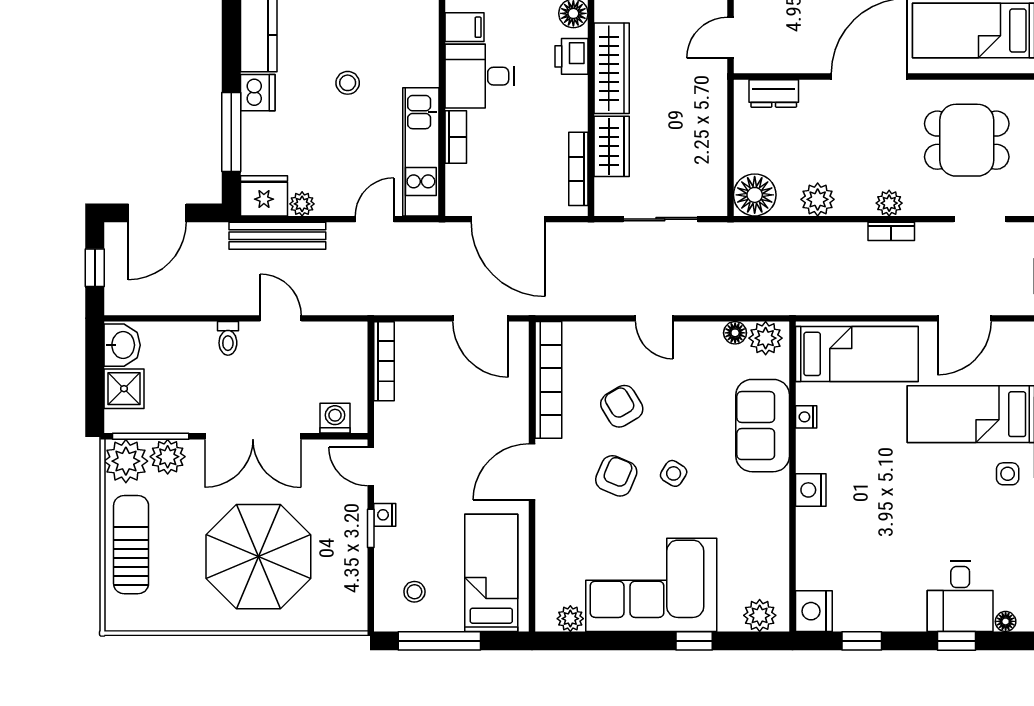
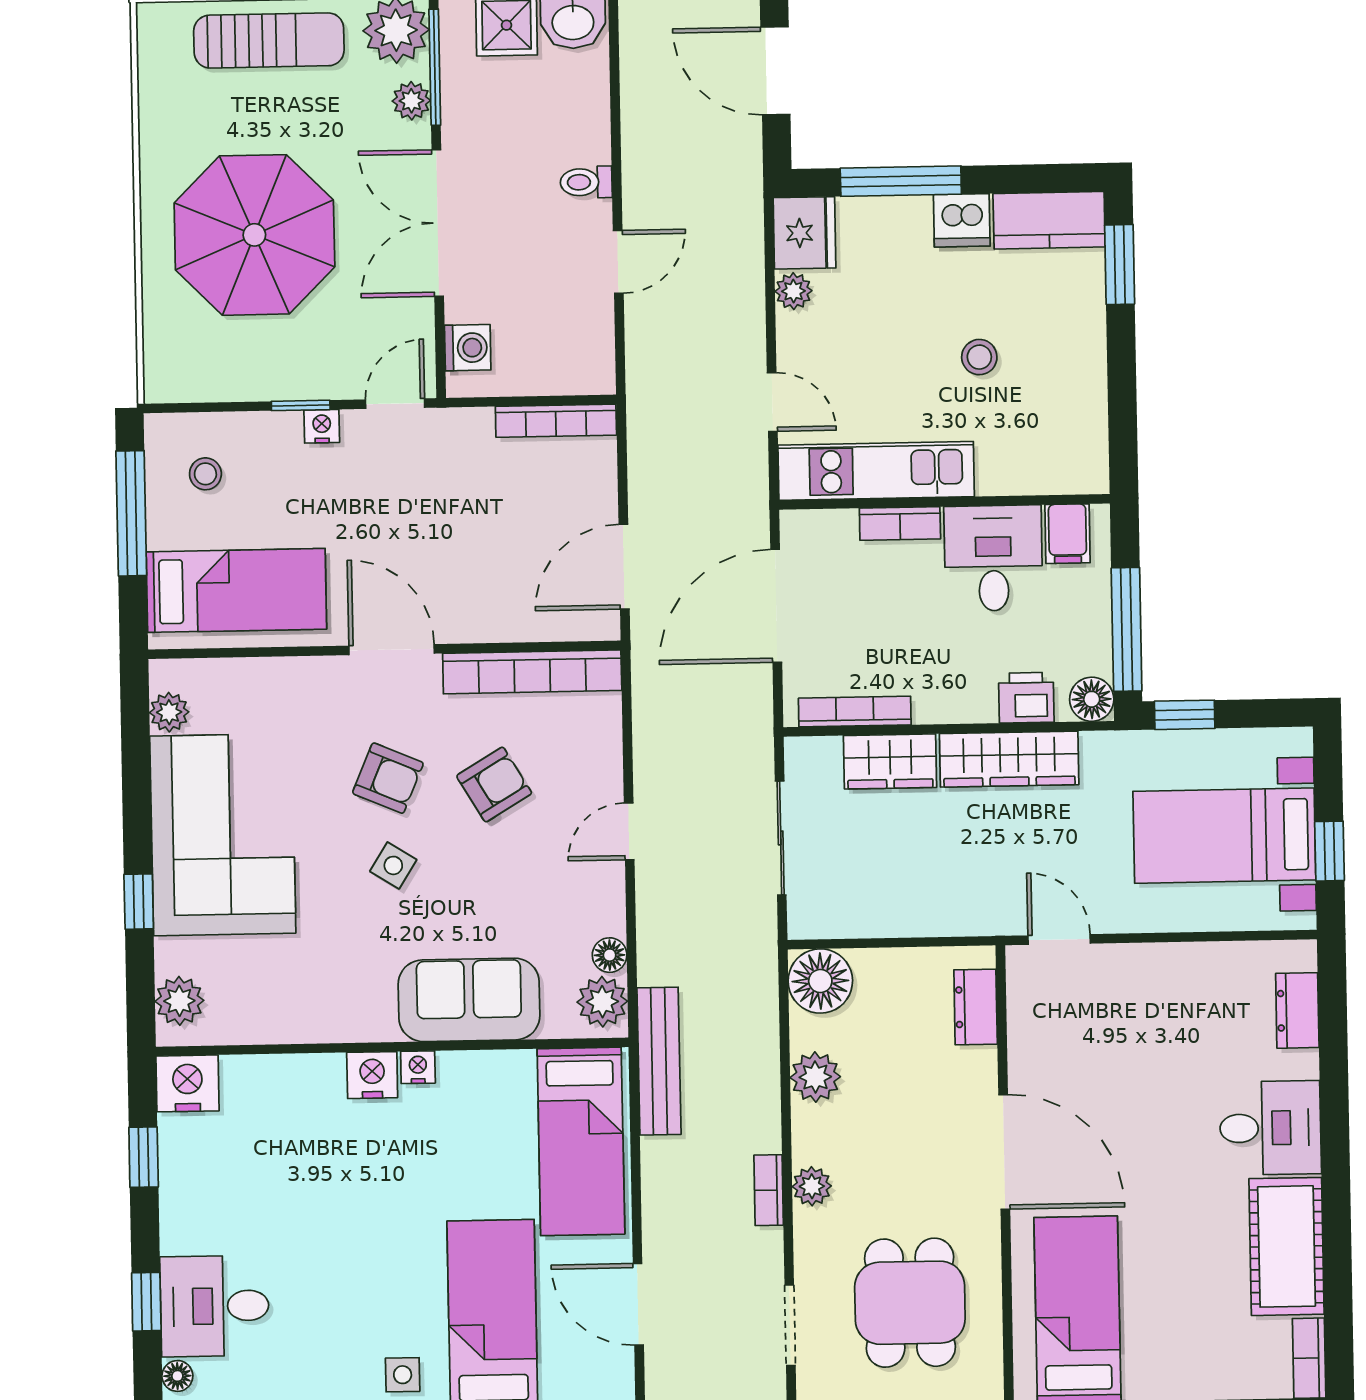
bench: (277, 236) -> (659, 1061), moved
nightstand: (806, 417) -> (418, 1067), moved
plant: (168, 457) -> (411, 101), width x0.73, depth x0.73

